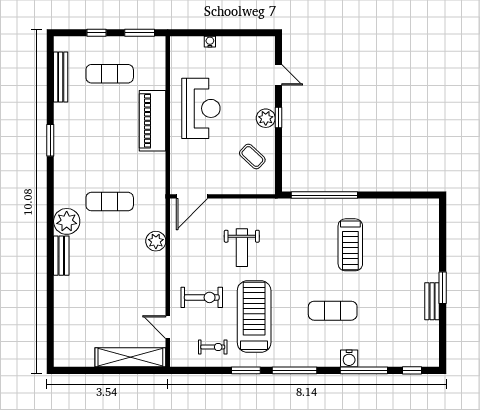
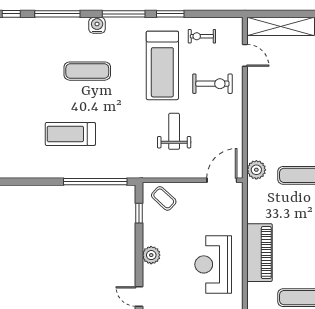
window: (279, 117) -> (139, 213), moved
coffee table: (252, 156) -> (164, 198), moved
plant: (156, 241) -> (256, 170), moved
treadmill: (350, 245) -> (70, 134), turned -90
exercise bike: (202, 297) -> (212, 84), turned 180
water cooler: (349, 358) -> (97, 25), moved

